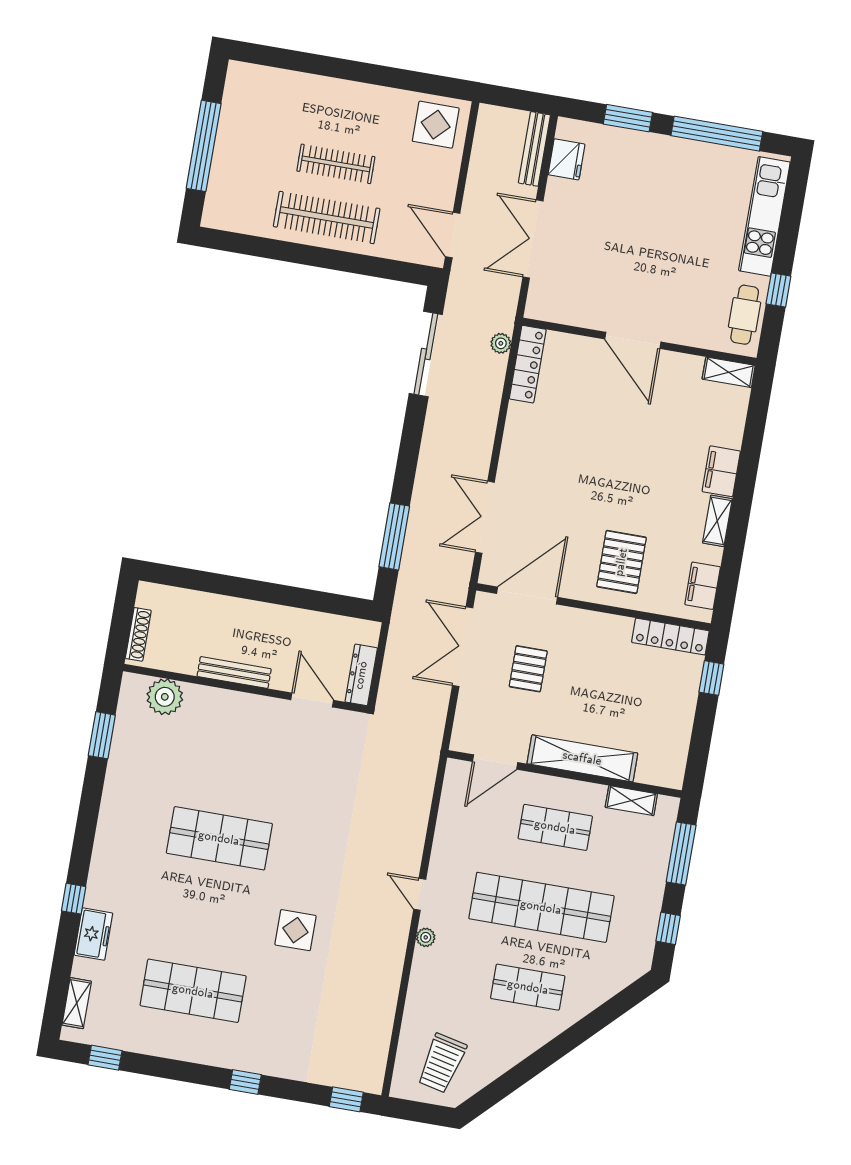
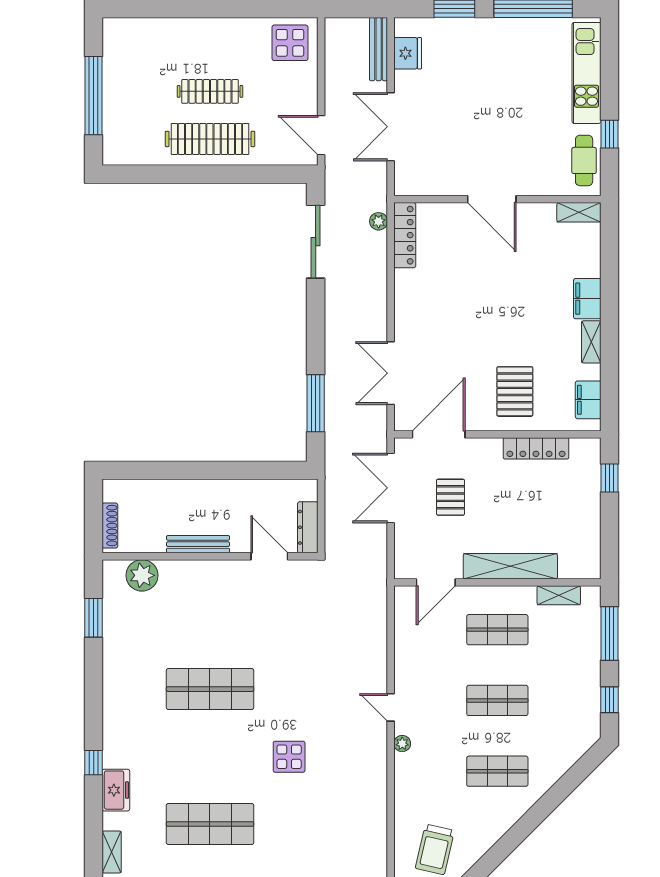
locker: (670, 637) -> (536, 448), moved
shop shelf: (541, 907) -> (497, 700), width x0.50, depth x0.74

